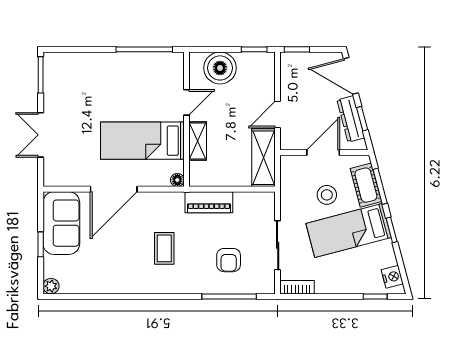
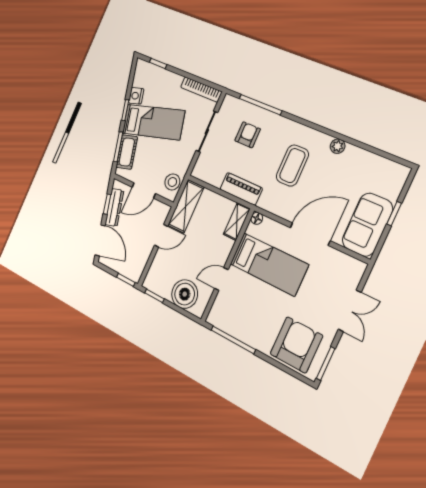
armchair: (77, 77) -> (296, 345), added
shelving: (198, 141) -> (237, 222), moved
stool: (327, 195) -> (172, 182), moved
coffee table: (164, 248) -> (292, 166), width x1.36, depth x1.30
nightstand: (392, 277) -> (136, 96), moved
plant: (51, 286) -> (338, 146), moved
bookcase: (297, 287) -> (201, 89), width x1.56

